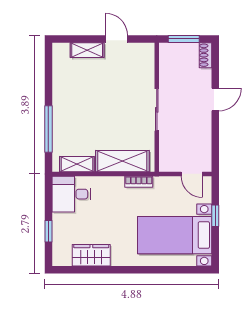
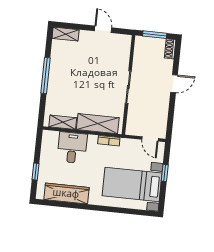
shelving: (87, 50) -> (66, 34), moved
window: (48, 129) -> (45, 76), moved
desk: (71, 194) -> (72, 148), moved, turned 90
wardrobe: (91, 255) -> (66, 193), width x1.50

